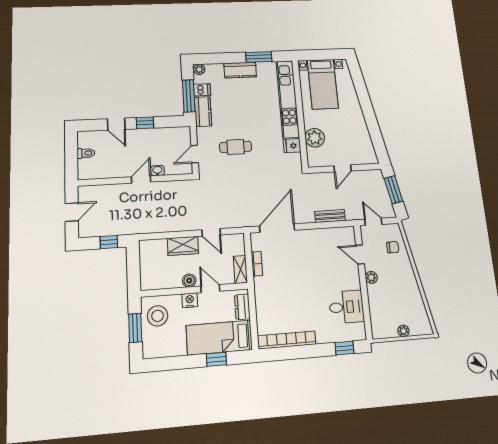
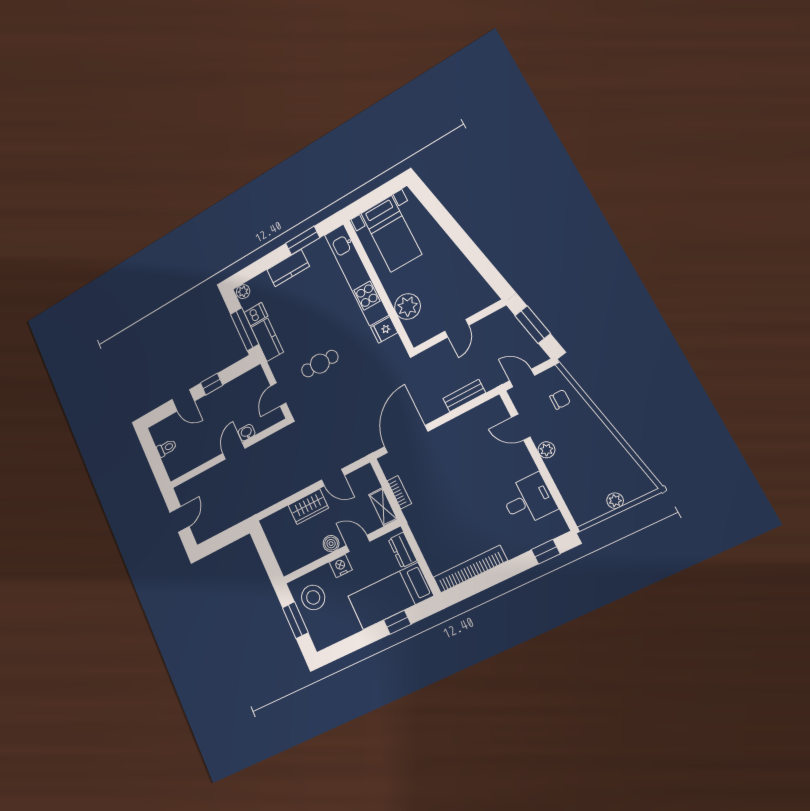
window: (109, 242) -> (230, 536), removed

